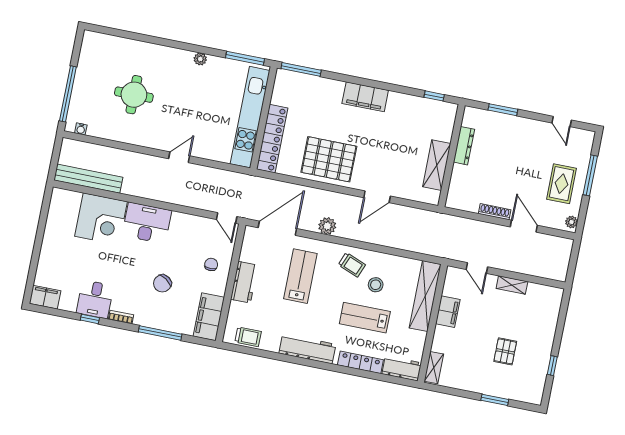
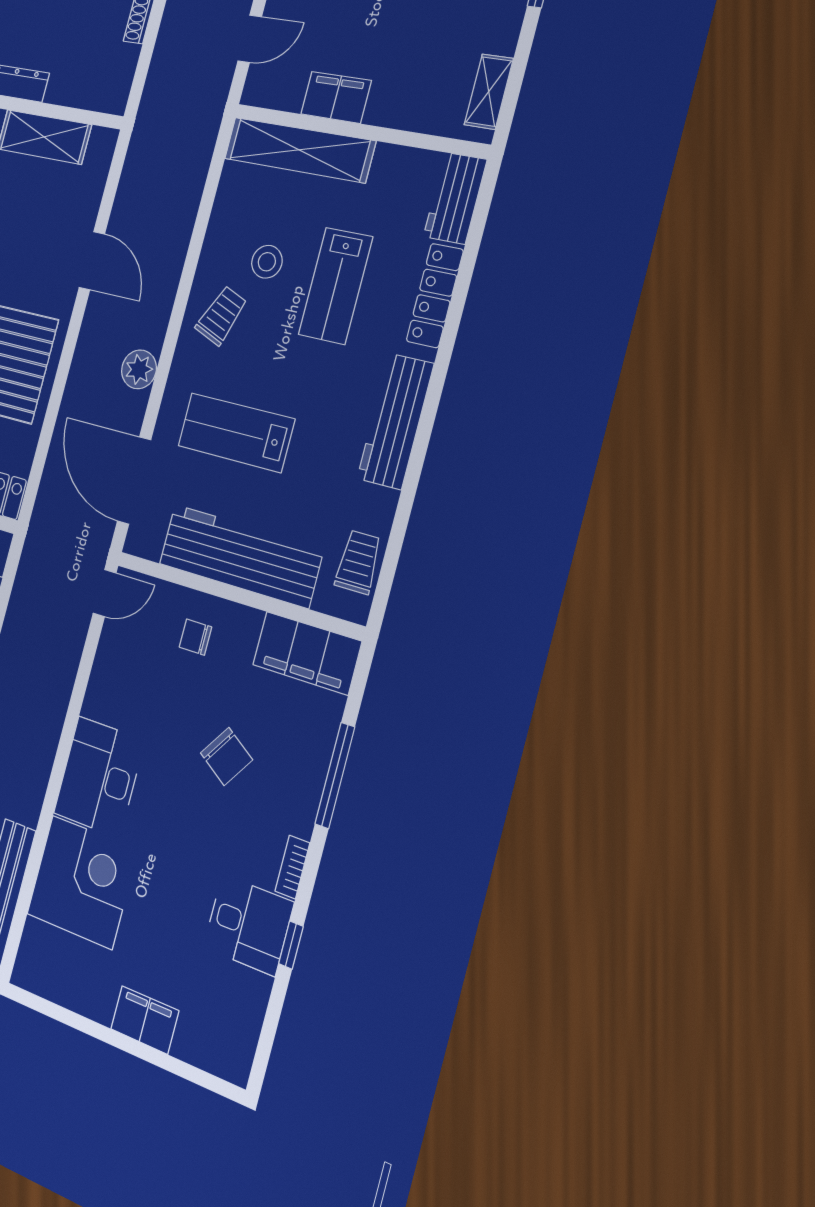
workbench: (244, 282) -> (240, 556), width x1.87, depth x1.32
filing cabinet: (45, 297) -> (145, 1020), moved, turned 90
shelving: (434, 368) -> (489, 92), moved, turned 90

